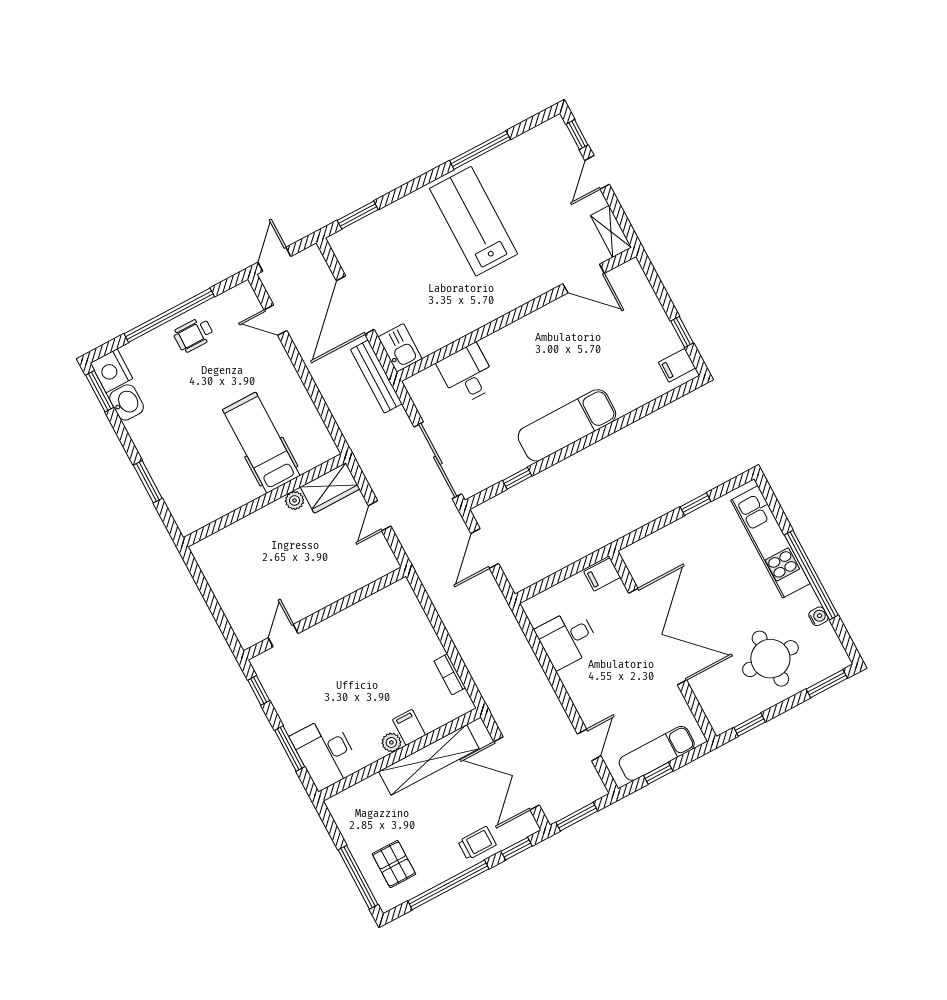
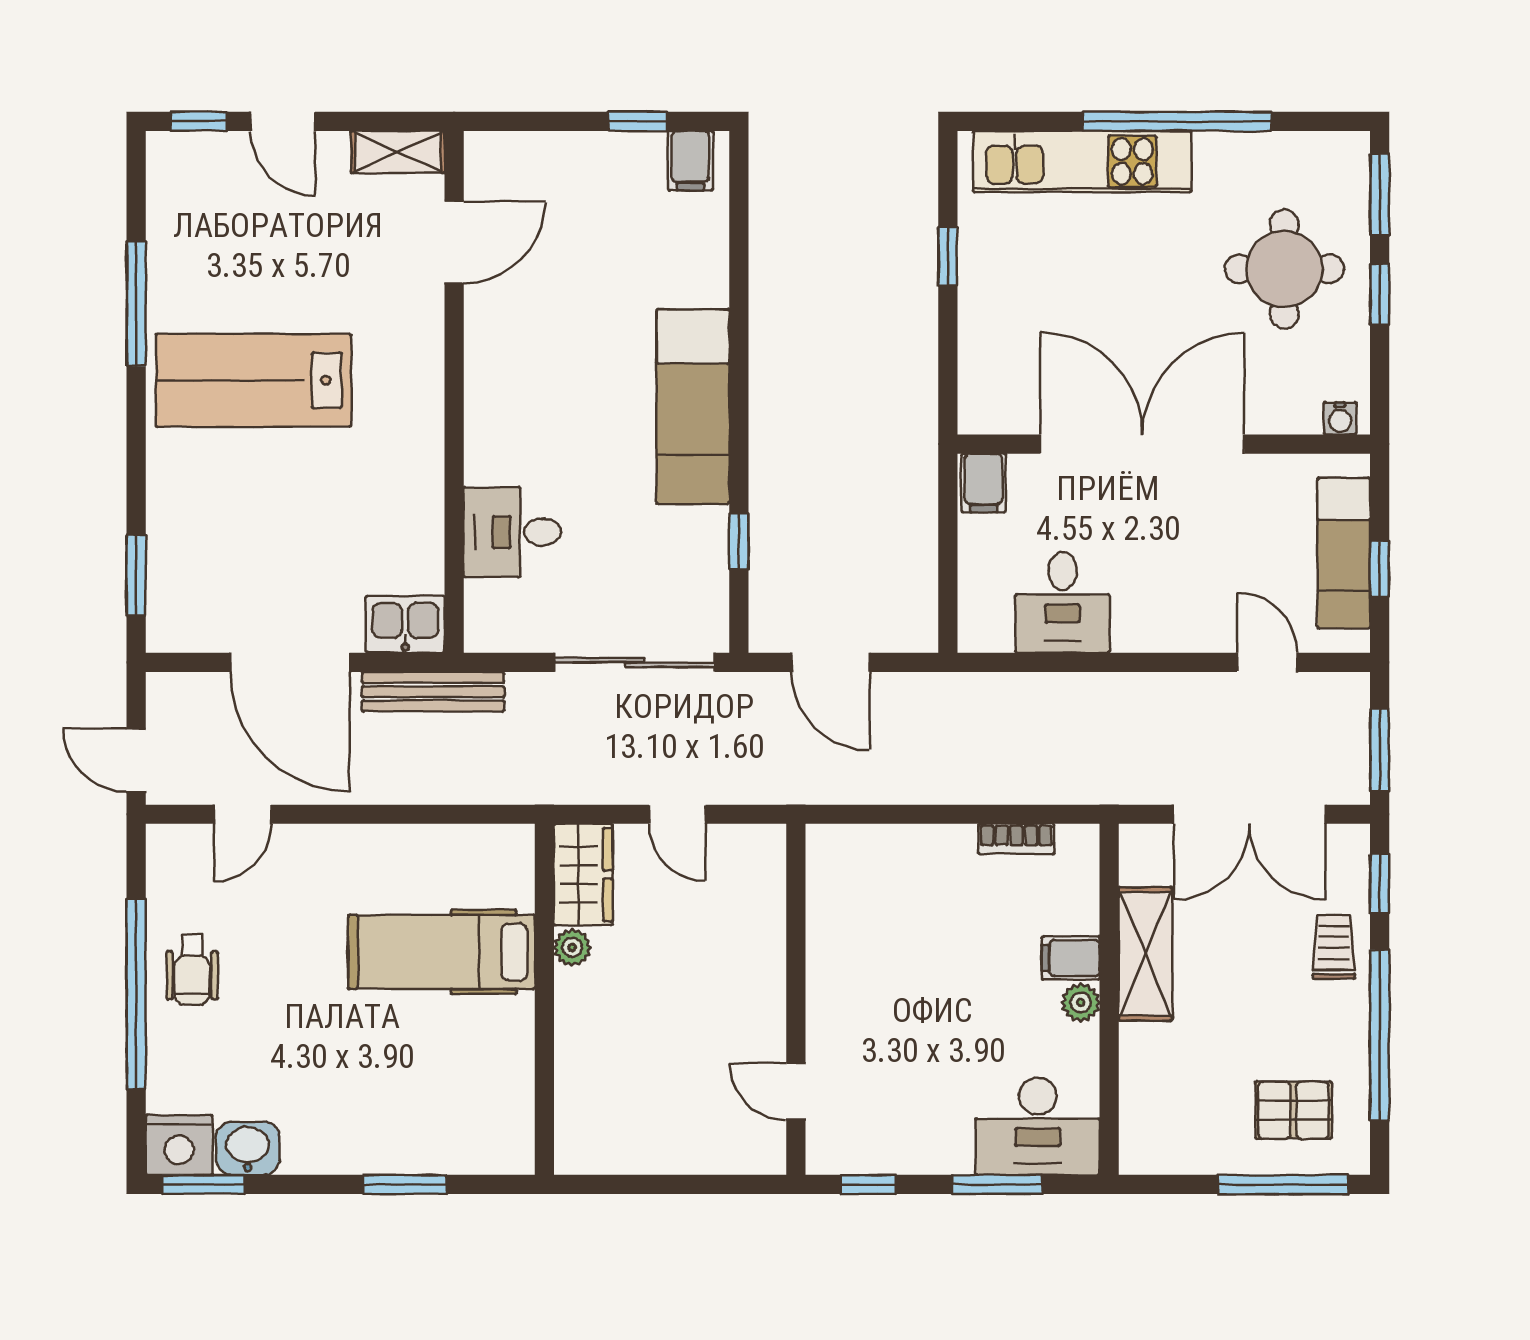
water cooler: (818, 616) -> (1340, 418), moved, turned 180
window: (750, 725) -> (1380, 294), moved
shelving: (429, 760) -> (1145, 954), width x0.68

